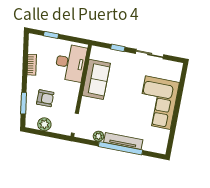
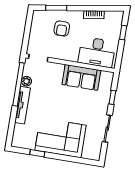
plant: (44, 124) -> (37, 28), removed
window: (173, 127) -> (37, 153), added
window: (121, 148) -> (18, 84), moved

